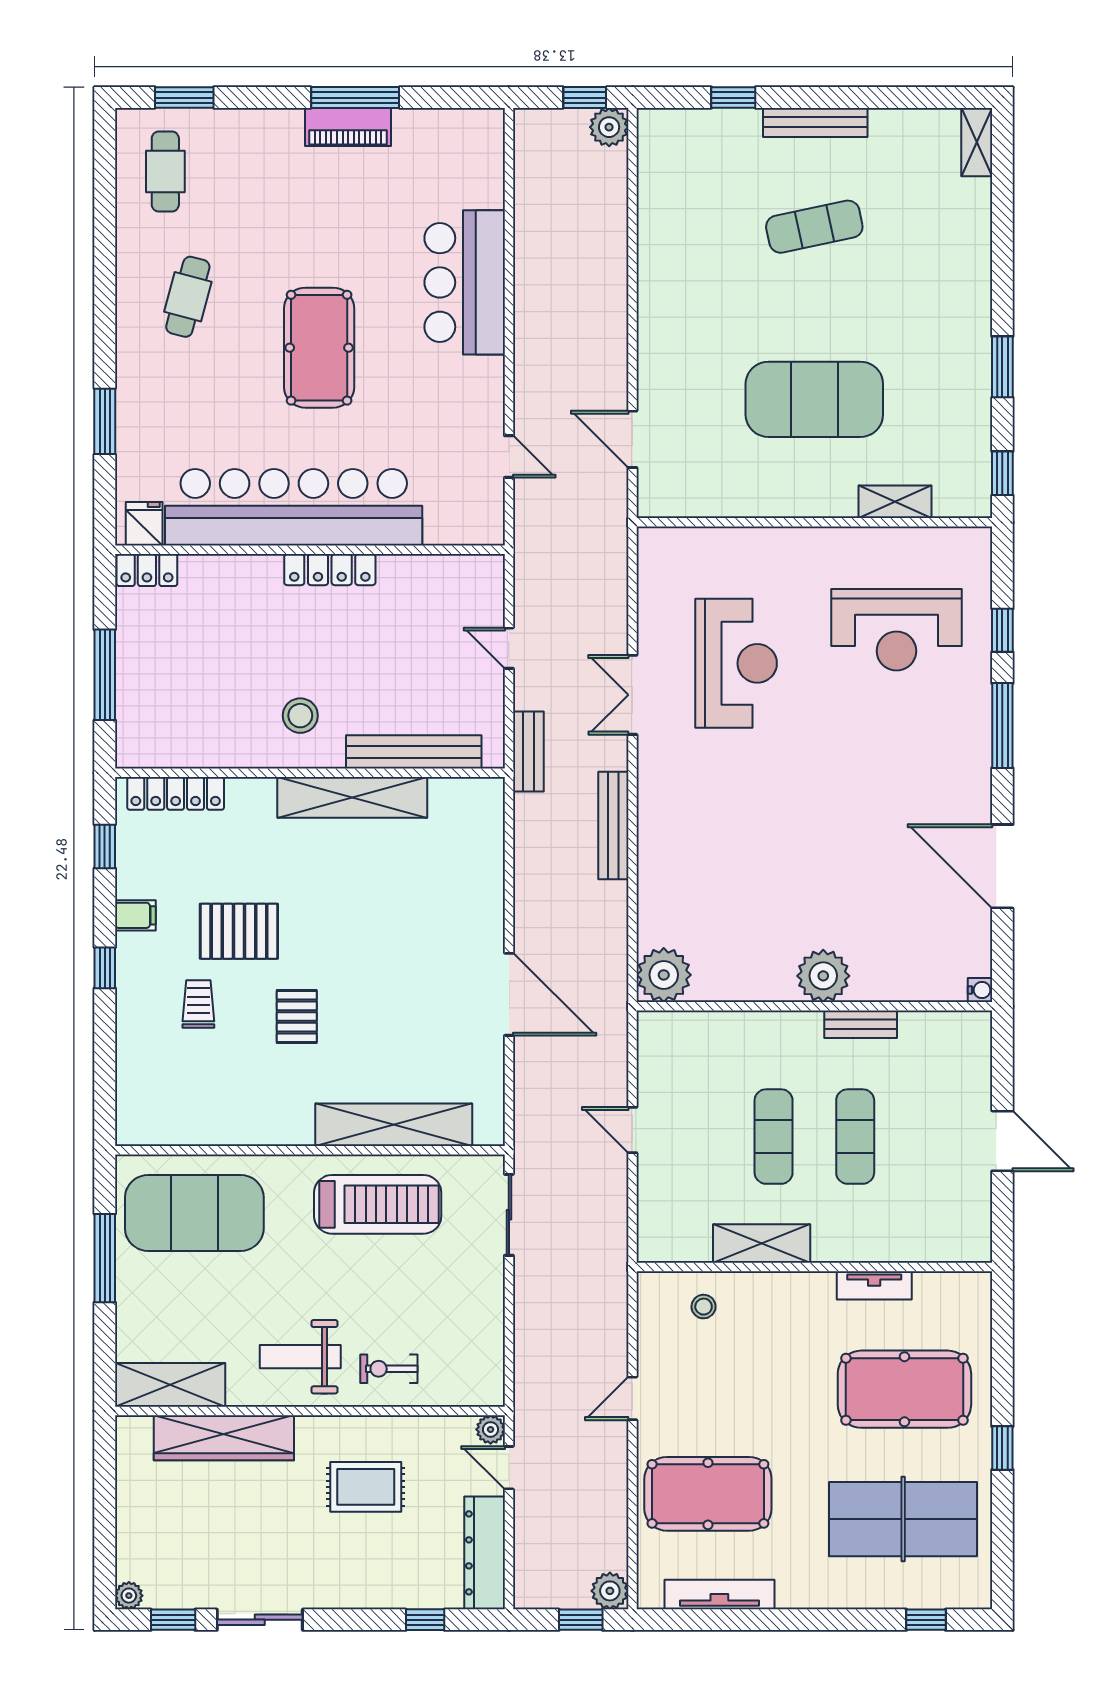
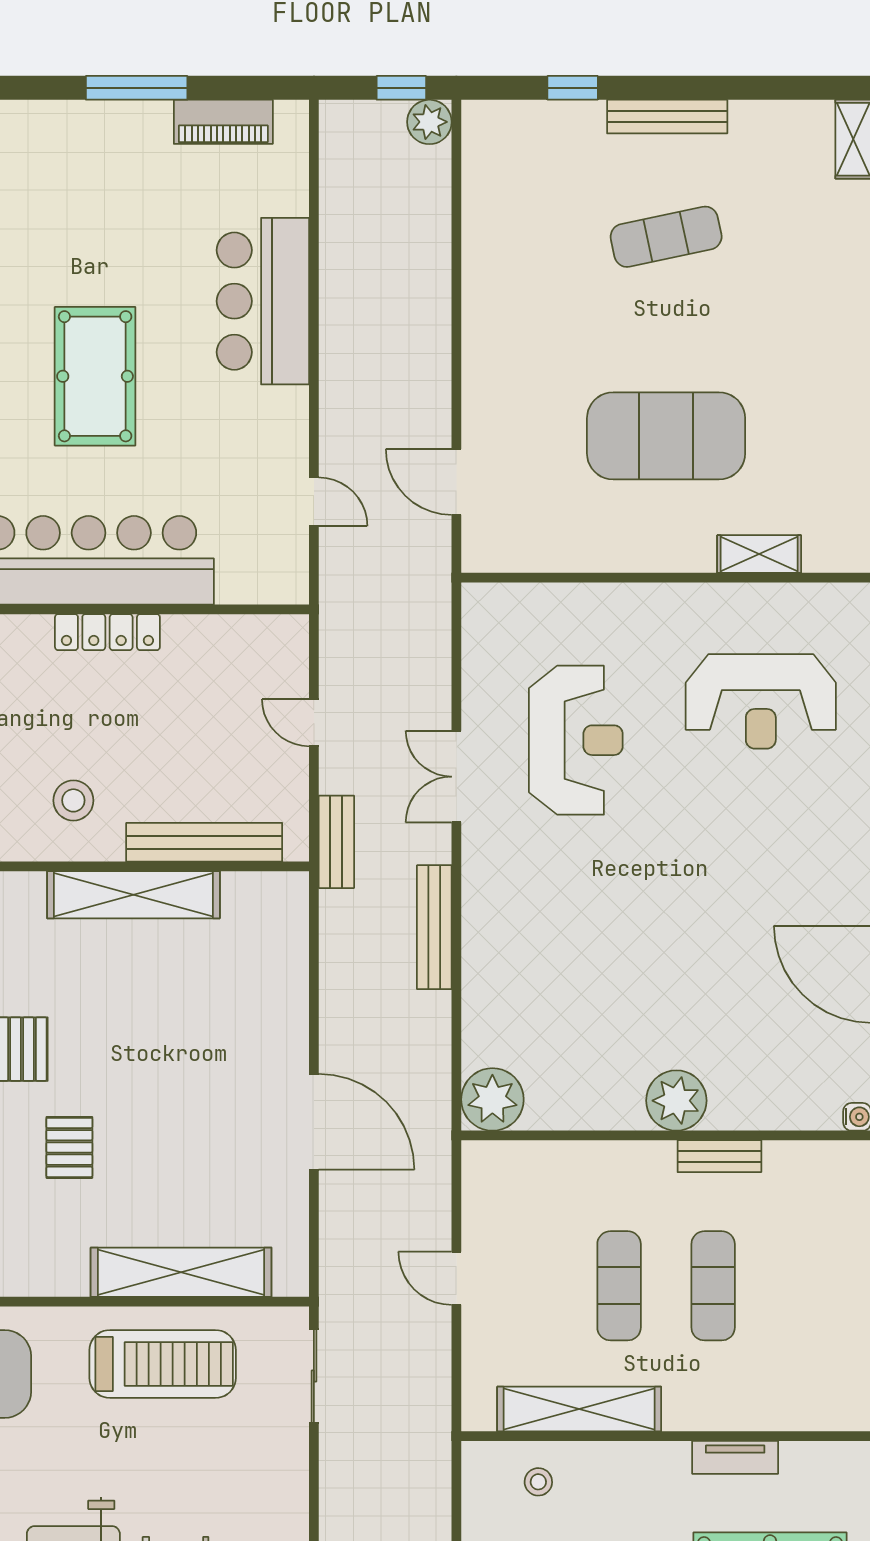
piano: (348, 127) -> (223, 122), moved
shelving: (762, 1243) -> (579, 1409), width x1.47

